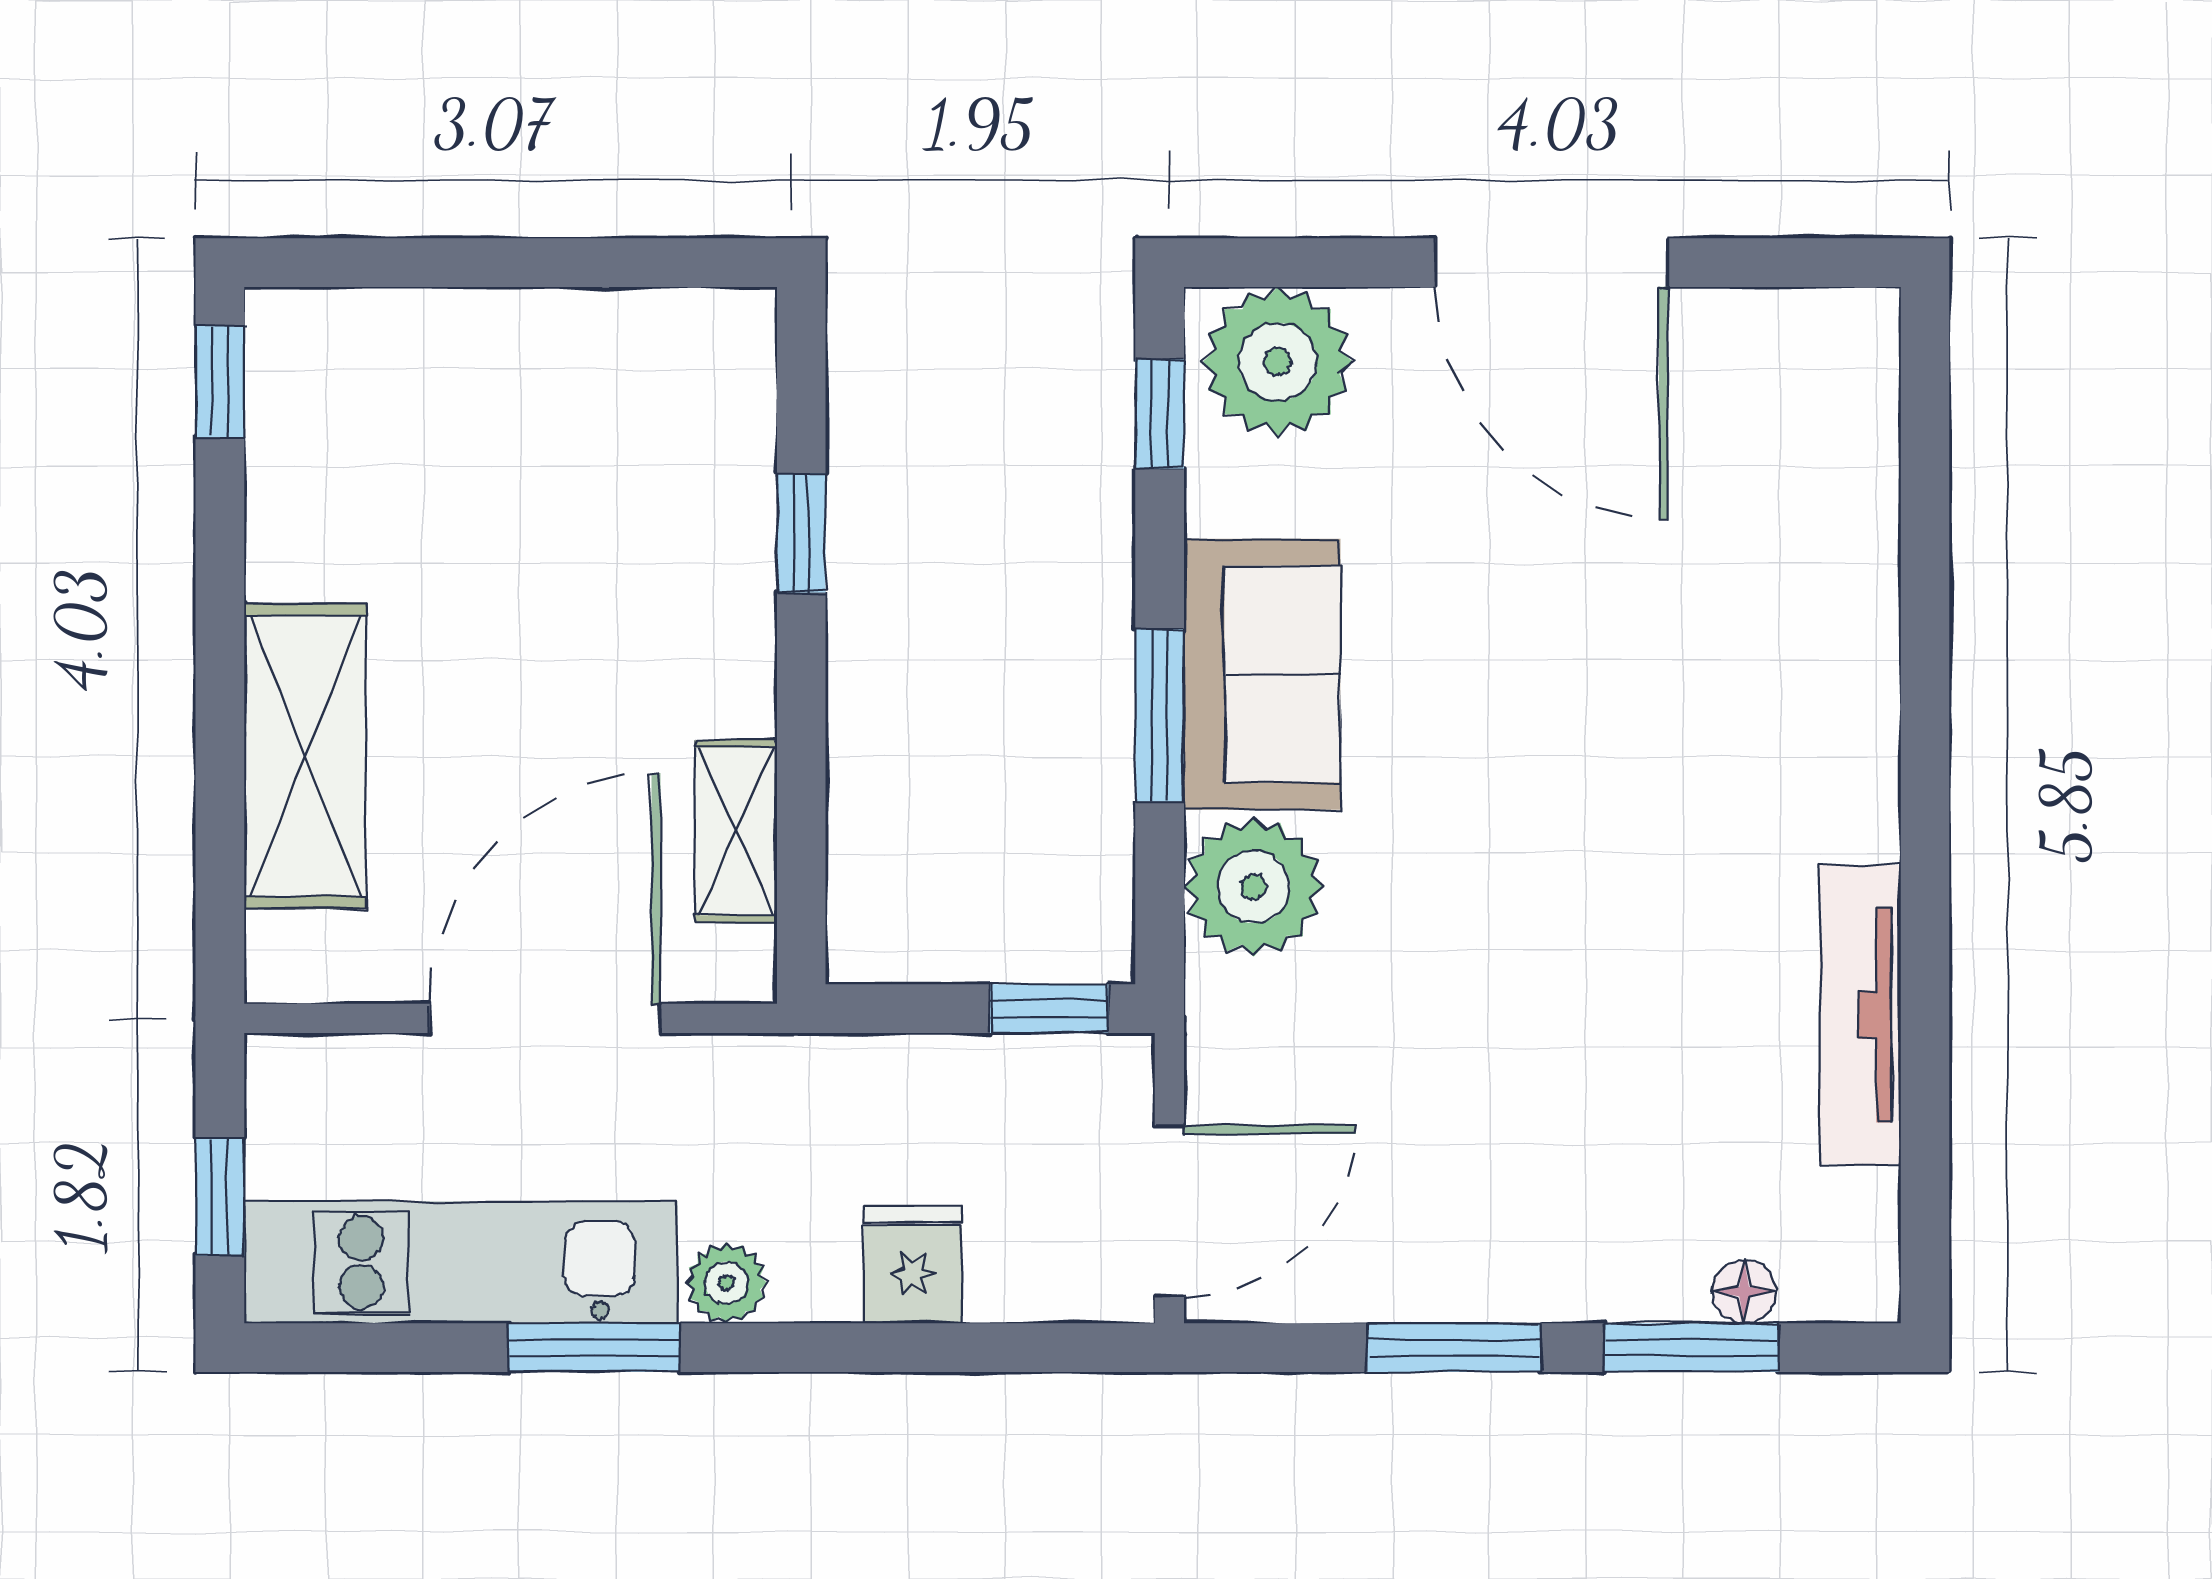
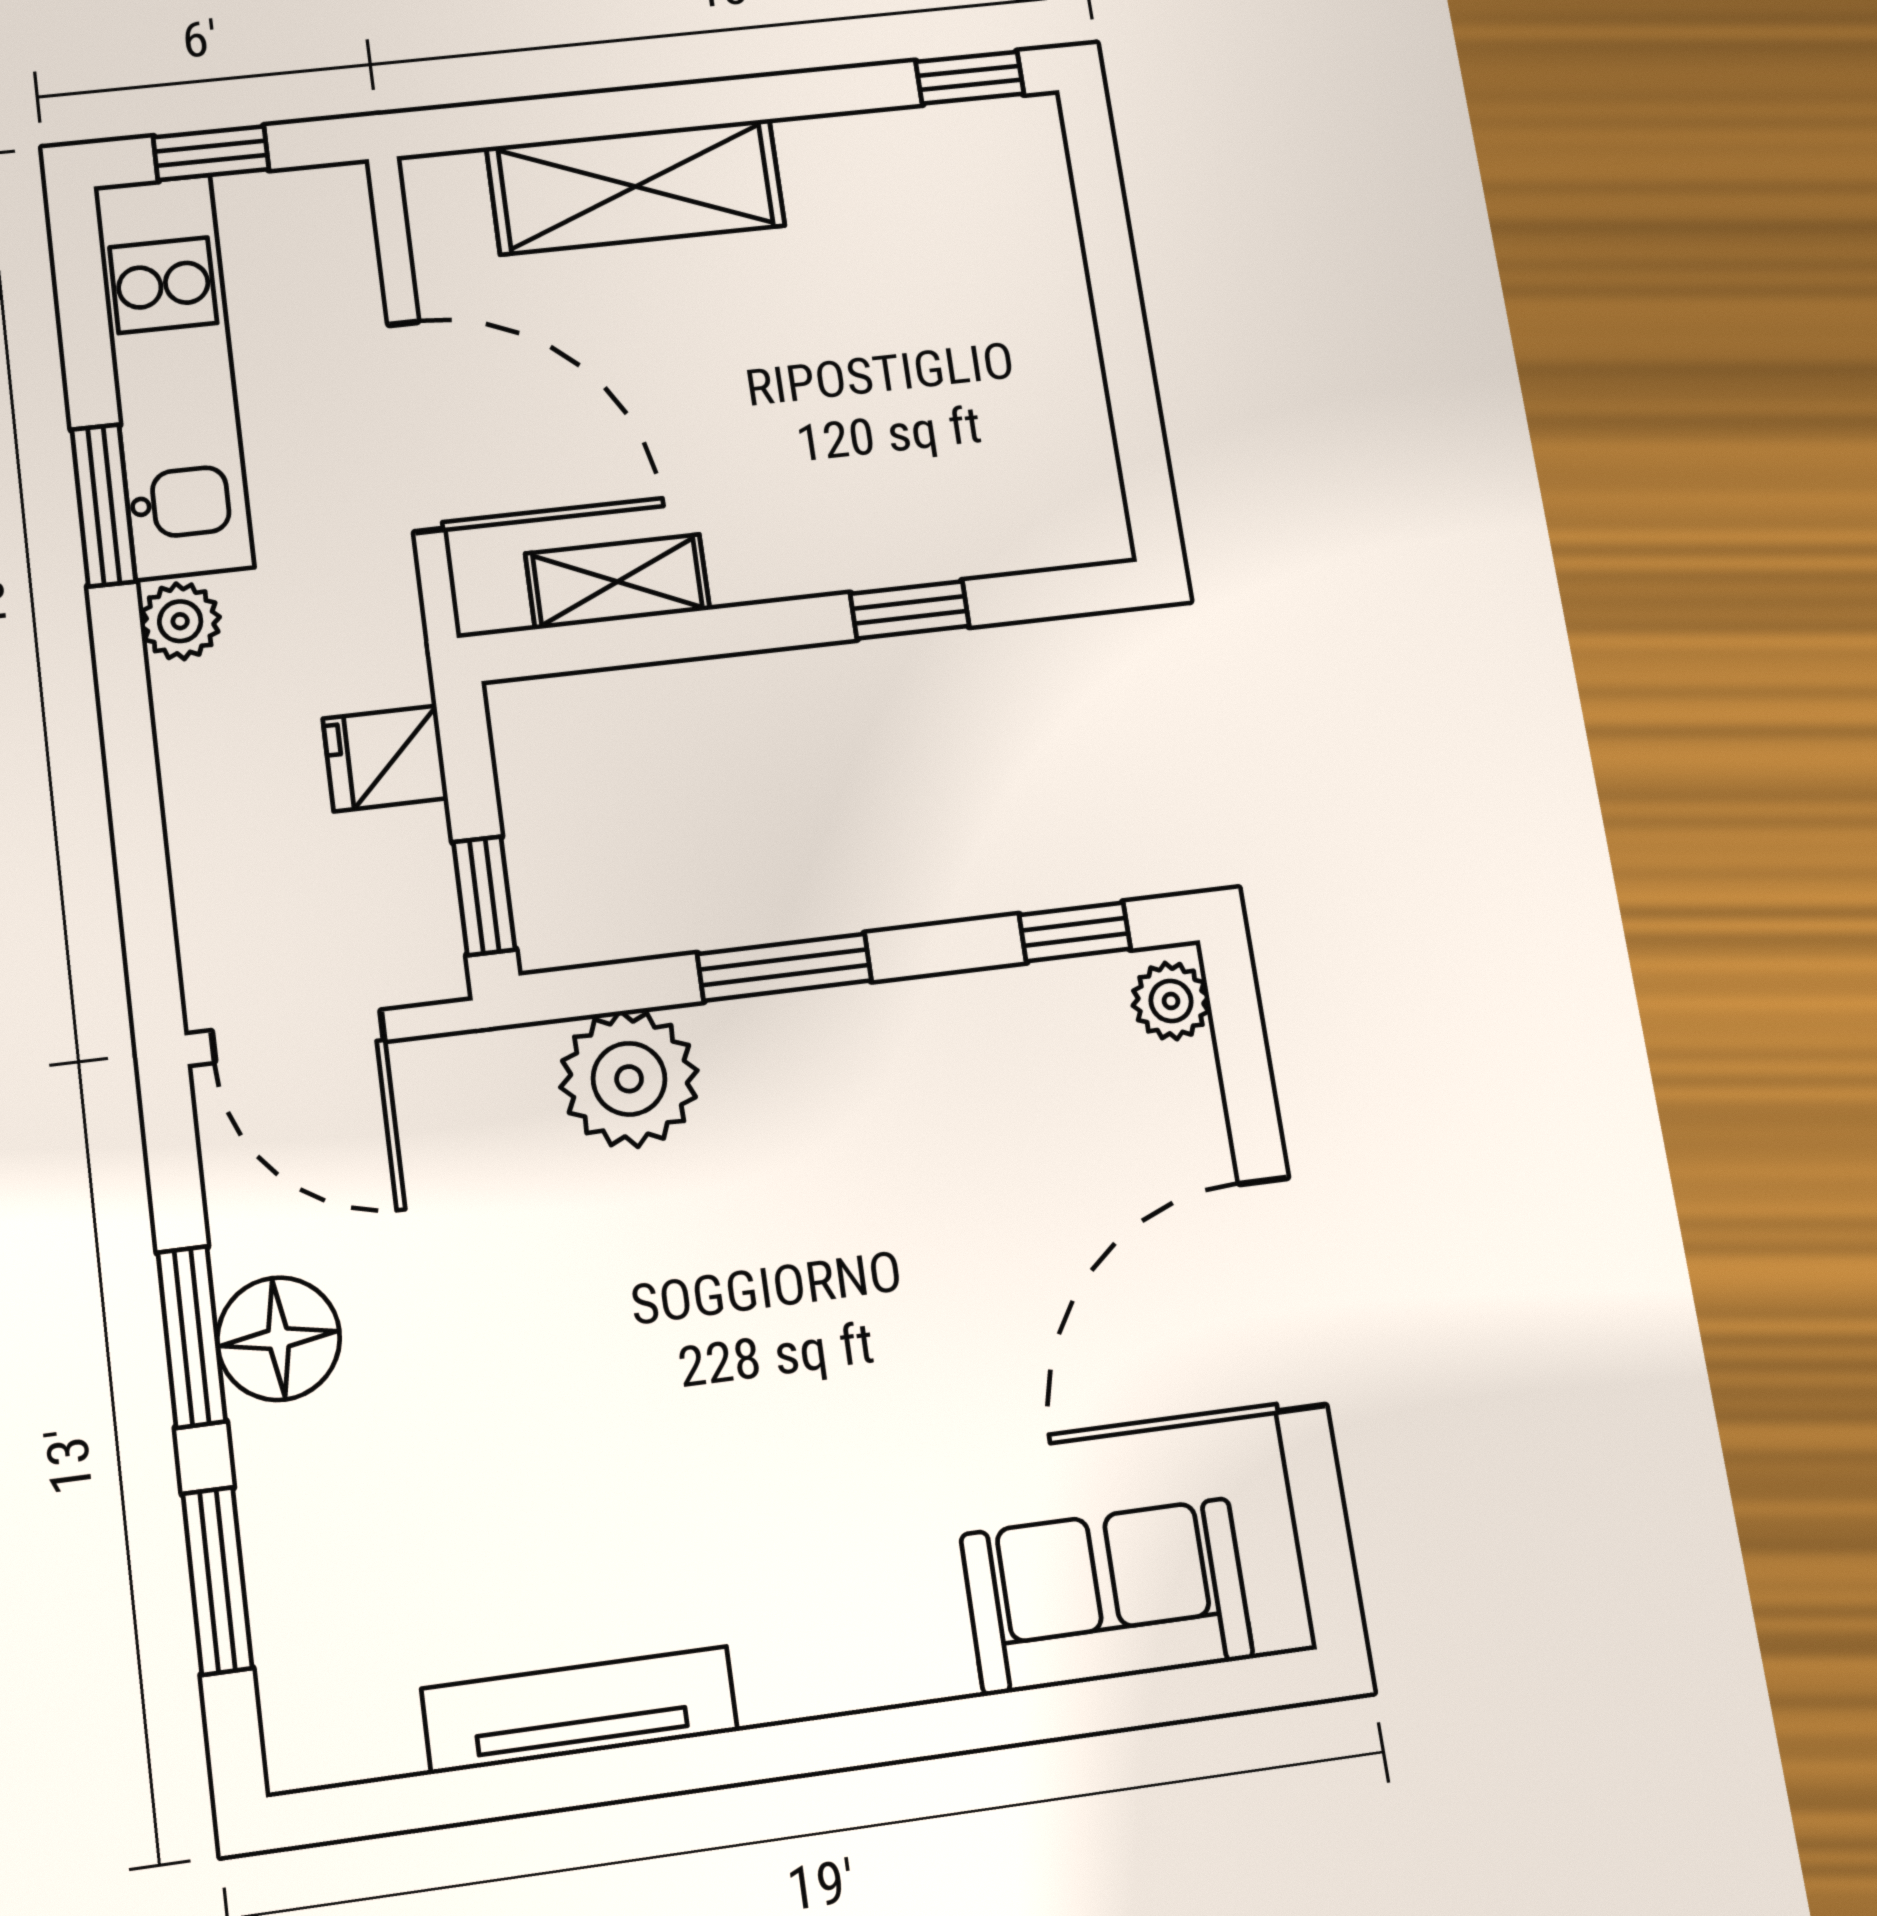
plant: (1278, 362) -> (1171, 1001), width x0.53, depth x0.53
sofa: (1262, 674) -> (1107, 1596), moved, turned 180
fridge: (913, 1265) -> (385, 758), moved, turned 180
floor lamp: (1744, 1292) -> (279, 1339), moved, width x1.89, depth x1.89

